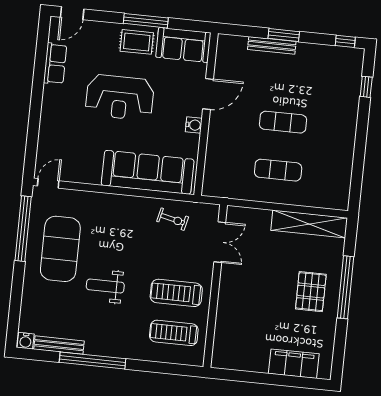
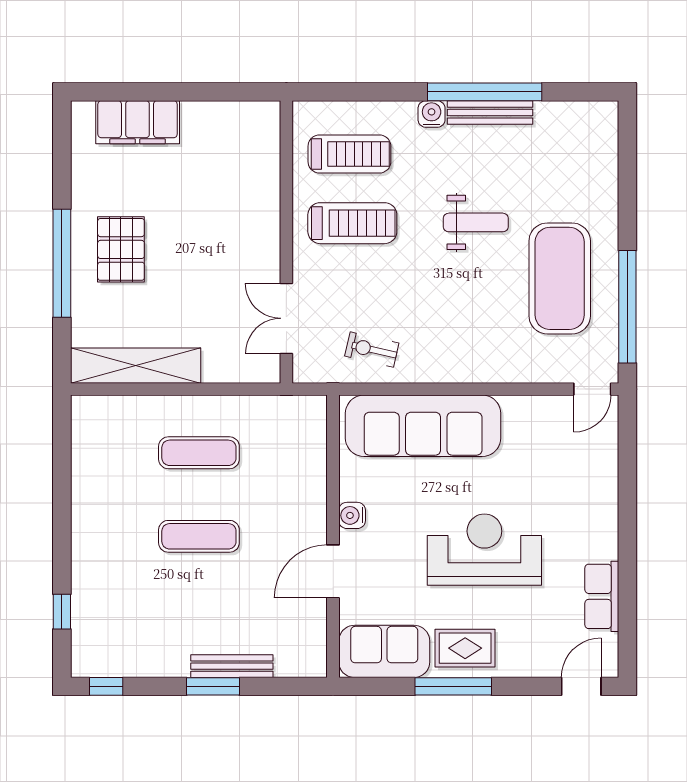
water cooler: (26, 341) -> (432, 114), moved
bench: (59, 345) -> (490, 113), moved

